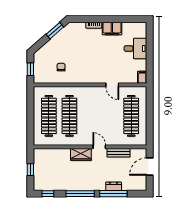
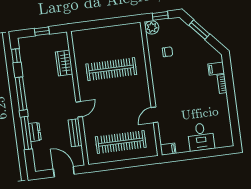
filing cabinet: (112, 28) -> (216, 69), moved, width x0.50
window: (55, 31) -> (199, 30), moved
plant: (39, 78) -> (152, 27), added
clothes rail: (49, 116) -> (108, 45), removed
wardrobe: (81, 154) -> (64, 63), moved

